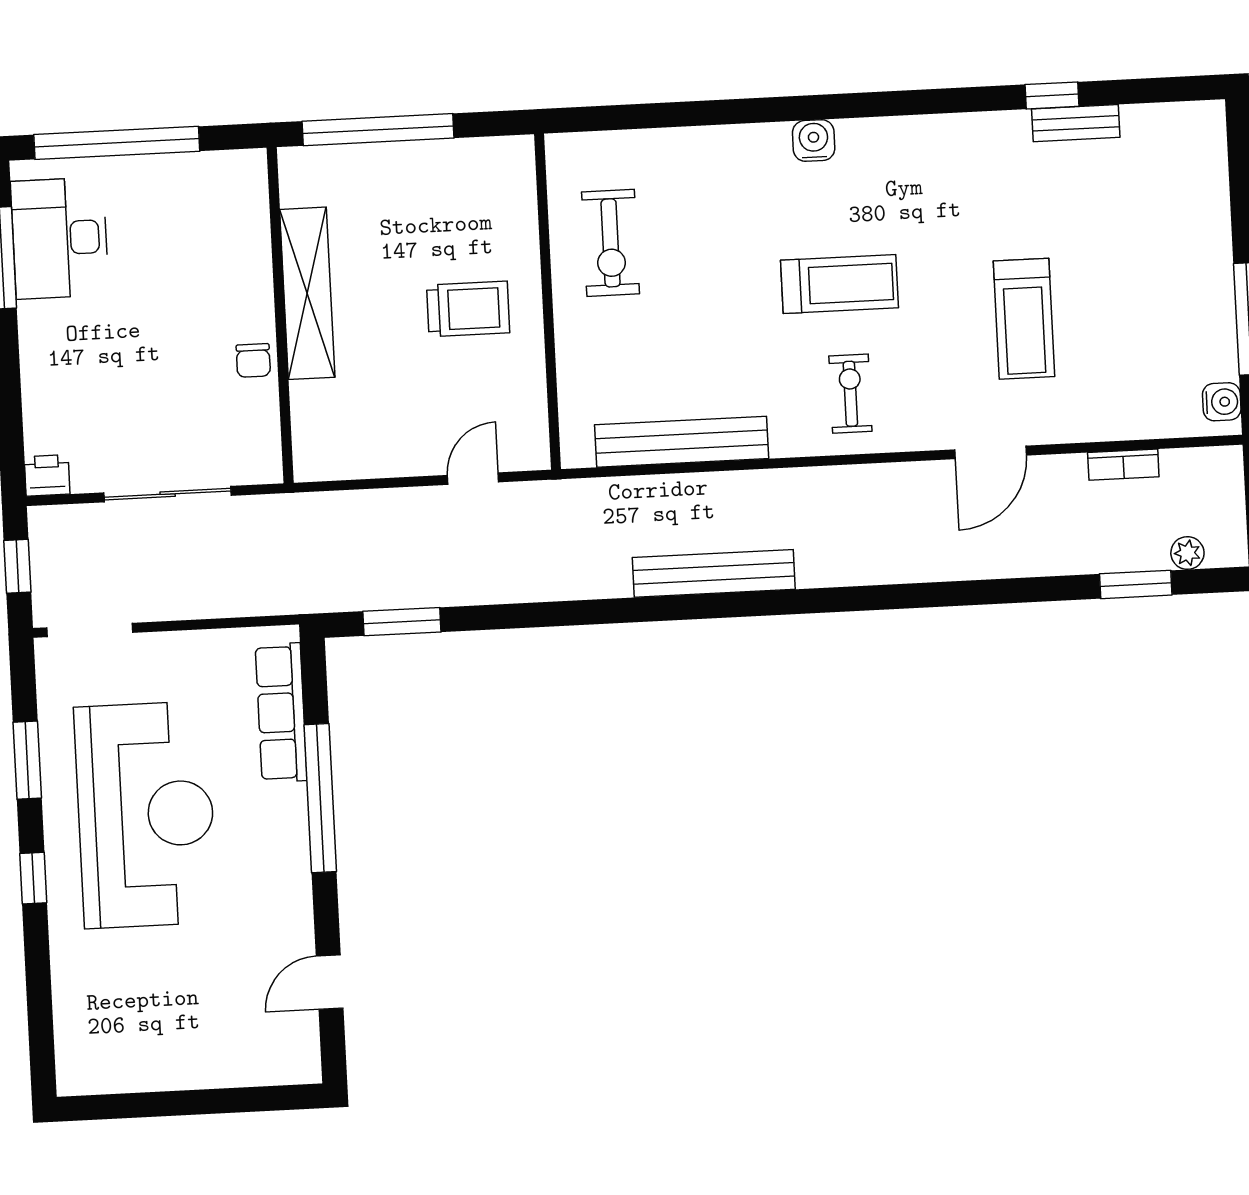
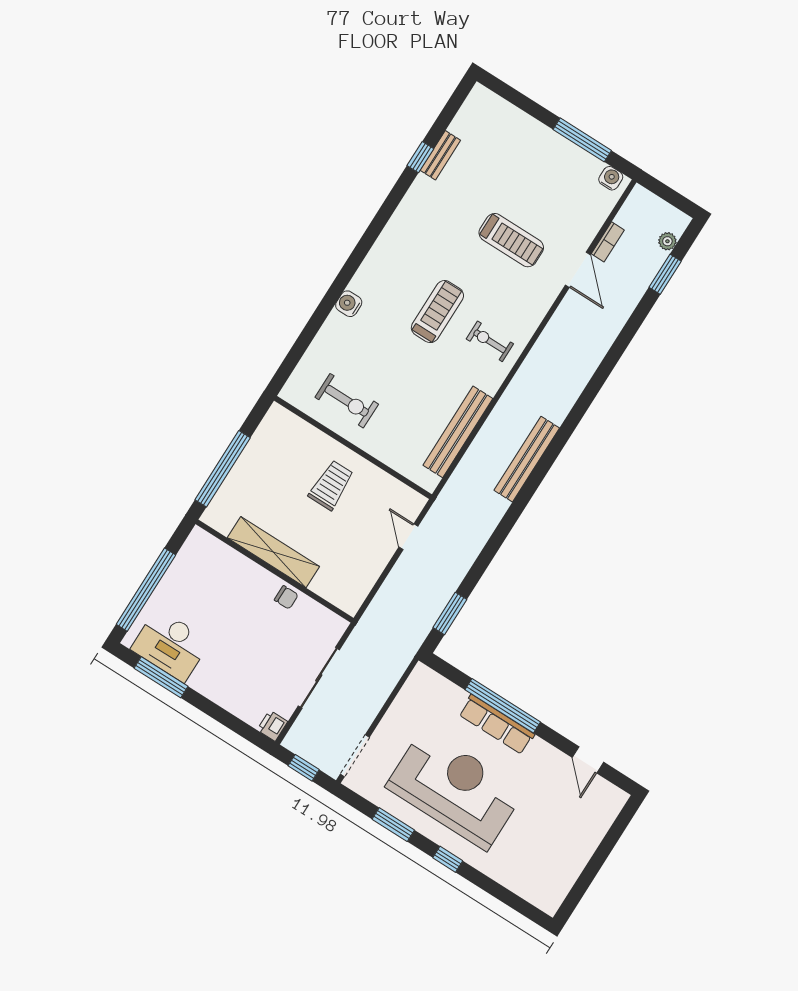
water cooler: (814, 141) -> (349, 304), moved
door: (991, 452) -> (578, 270), moved
row of seats: (281, 713) -> (497, 724), moved

